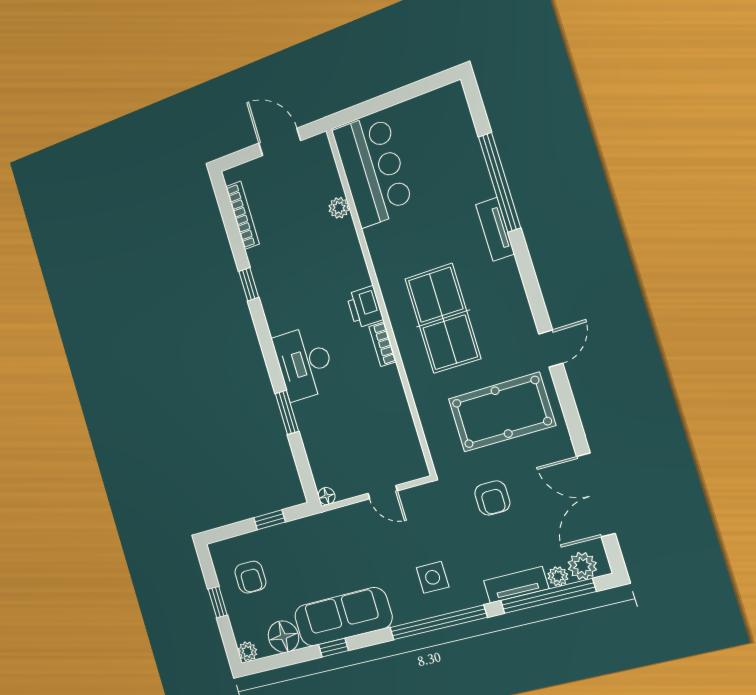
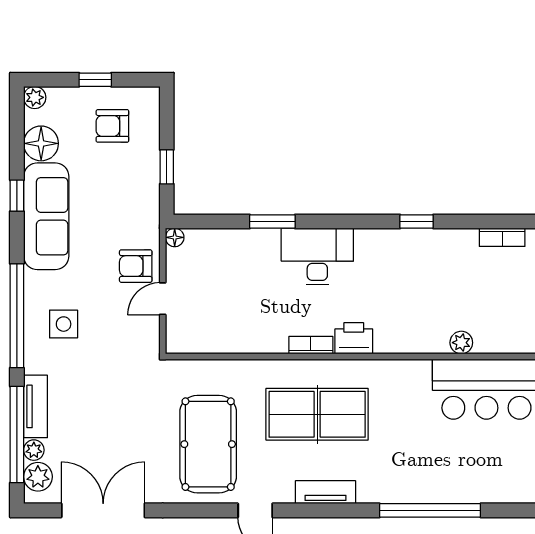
bookcase: (243, 215) -> (502, 237), width x0.64
tv unit: (495, 229) -> (325, 492), moved
armchair: (492, 498) -> (136, 266), moved

